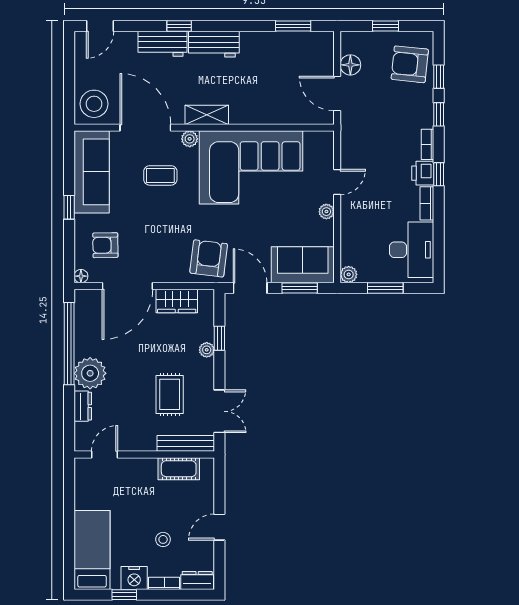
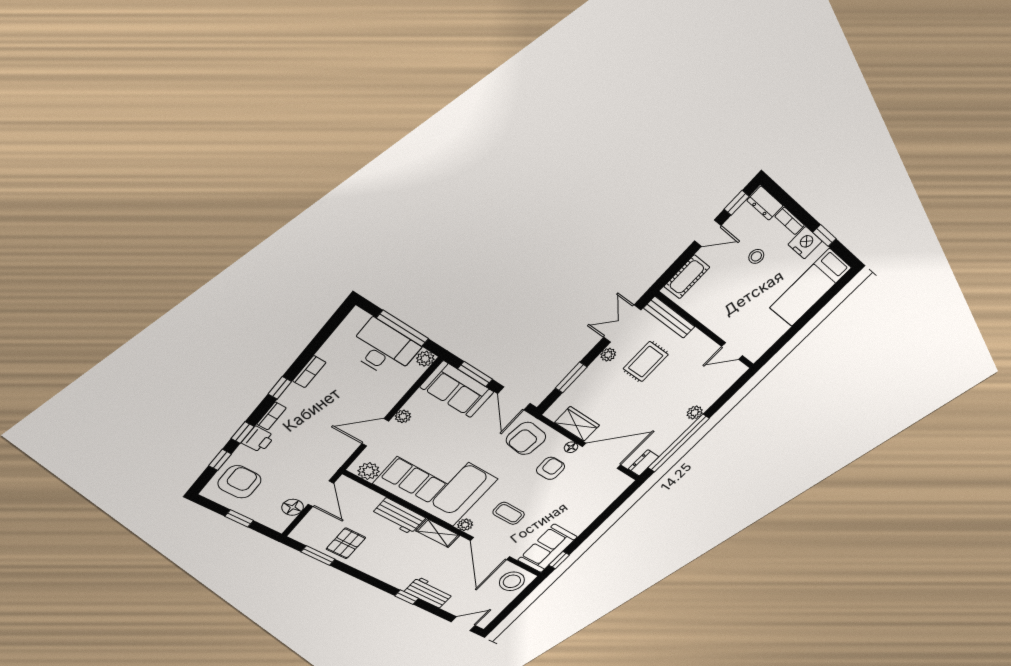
workbench: (214, 44) -> (399, 516), moved, turned 180
pallet: (279, 54) -> (346, 543), added
armchair: (410, 64) -> (239, 482), turned -96
plant: (315, 141) -> (369, 471), added
sofa: (92, 172) -> (547, 548), width x0.73
printer: (423, 173) -> (258, 439), moved
door: (337, 182) -> (375, 432), width x1.38
window: (69, 207) -> (559, 560), moved
armchair: (105, 245) -> (551, 468), moved, turned -89
desk: (412, 250) -> (383, 349), moved, turned 90
floor lamp: (81, 276) -> (571, 447), moved
window: (385, 288) -> (403, 328), width x1.44
window: (219, 338) -> (571, 378), width x1.50
plant: (207, 350) -> (608, 355), moved
plant: (90, 373) -> (695, 413), width x0.53, depth x0.53
dresser: (83, 406) -> (644, 463), moved
cot: (179, 469) -> (687, 277), moved, turned 90
window: (219, 564) -> (737, 203), added

